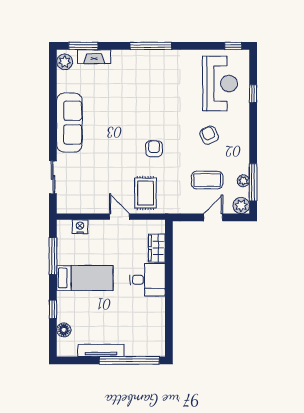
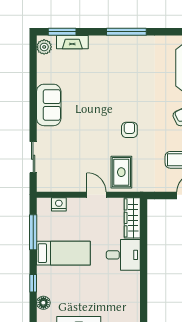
sofa: (69, 123) -> (49, 105), width x0.73
wardrobe: (157, 248) -> (132, 218), width x1.50

